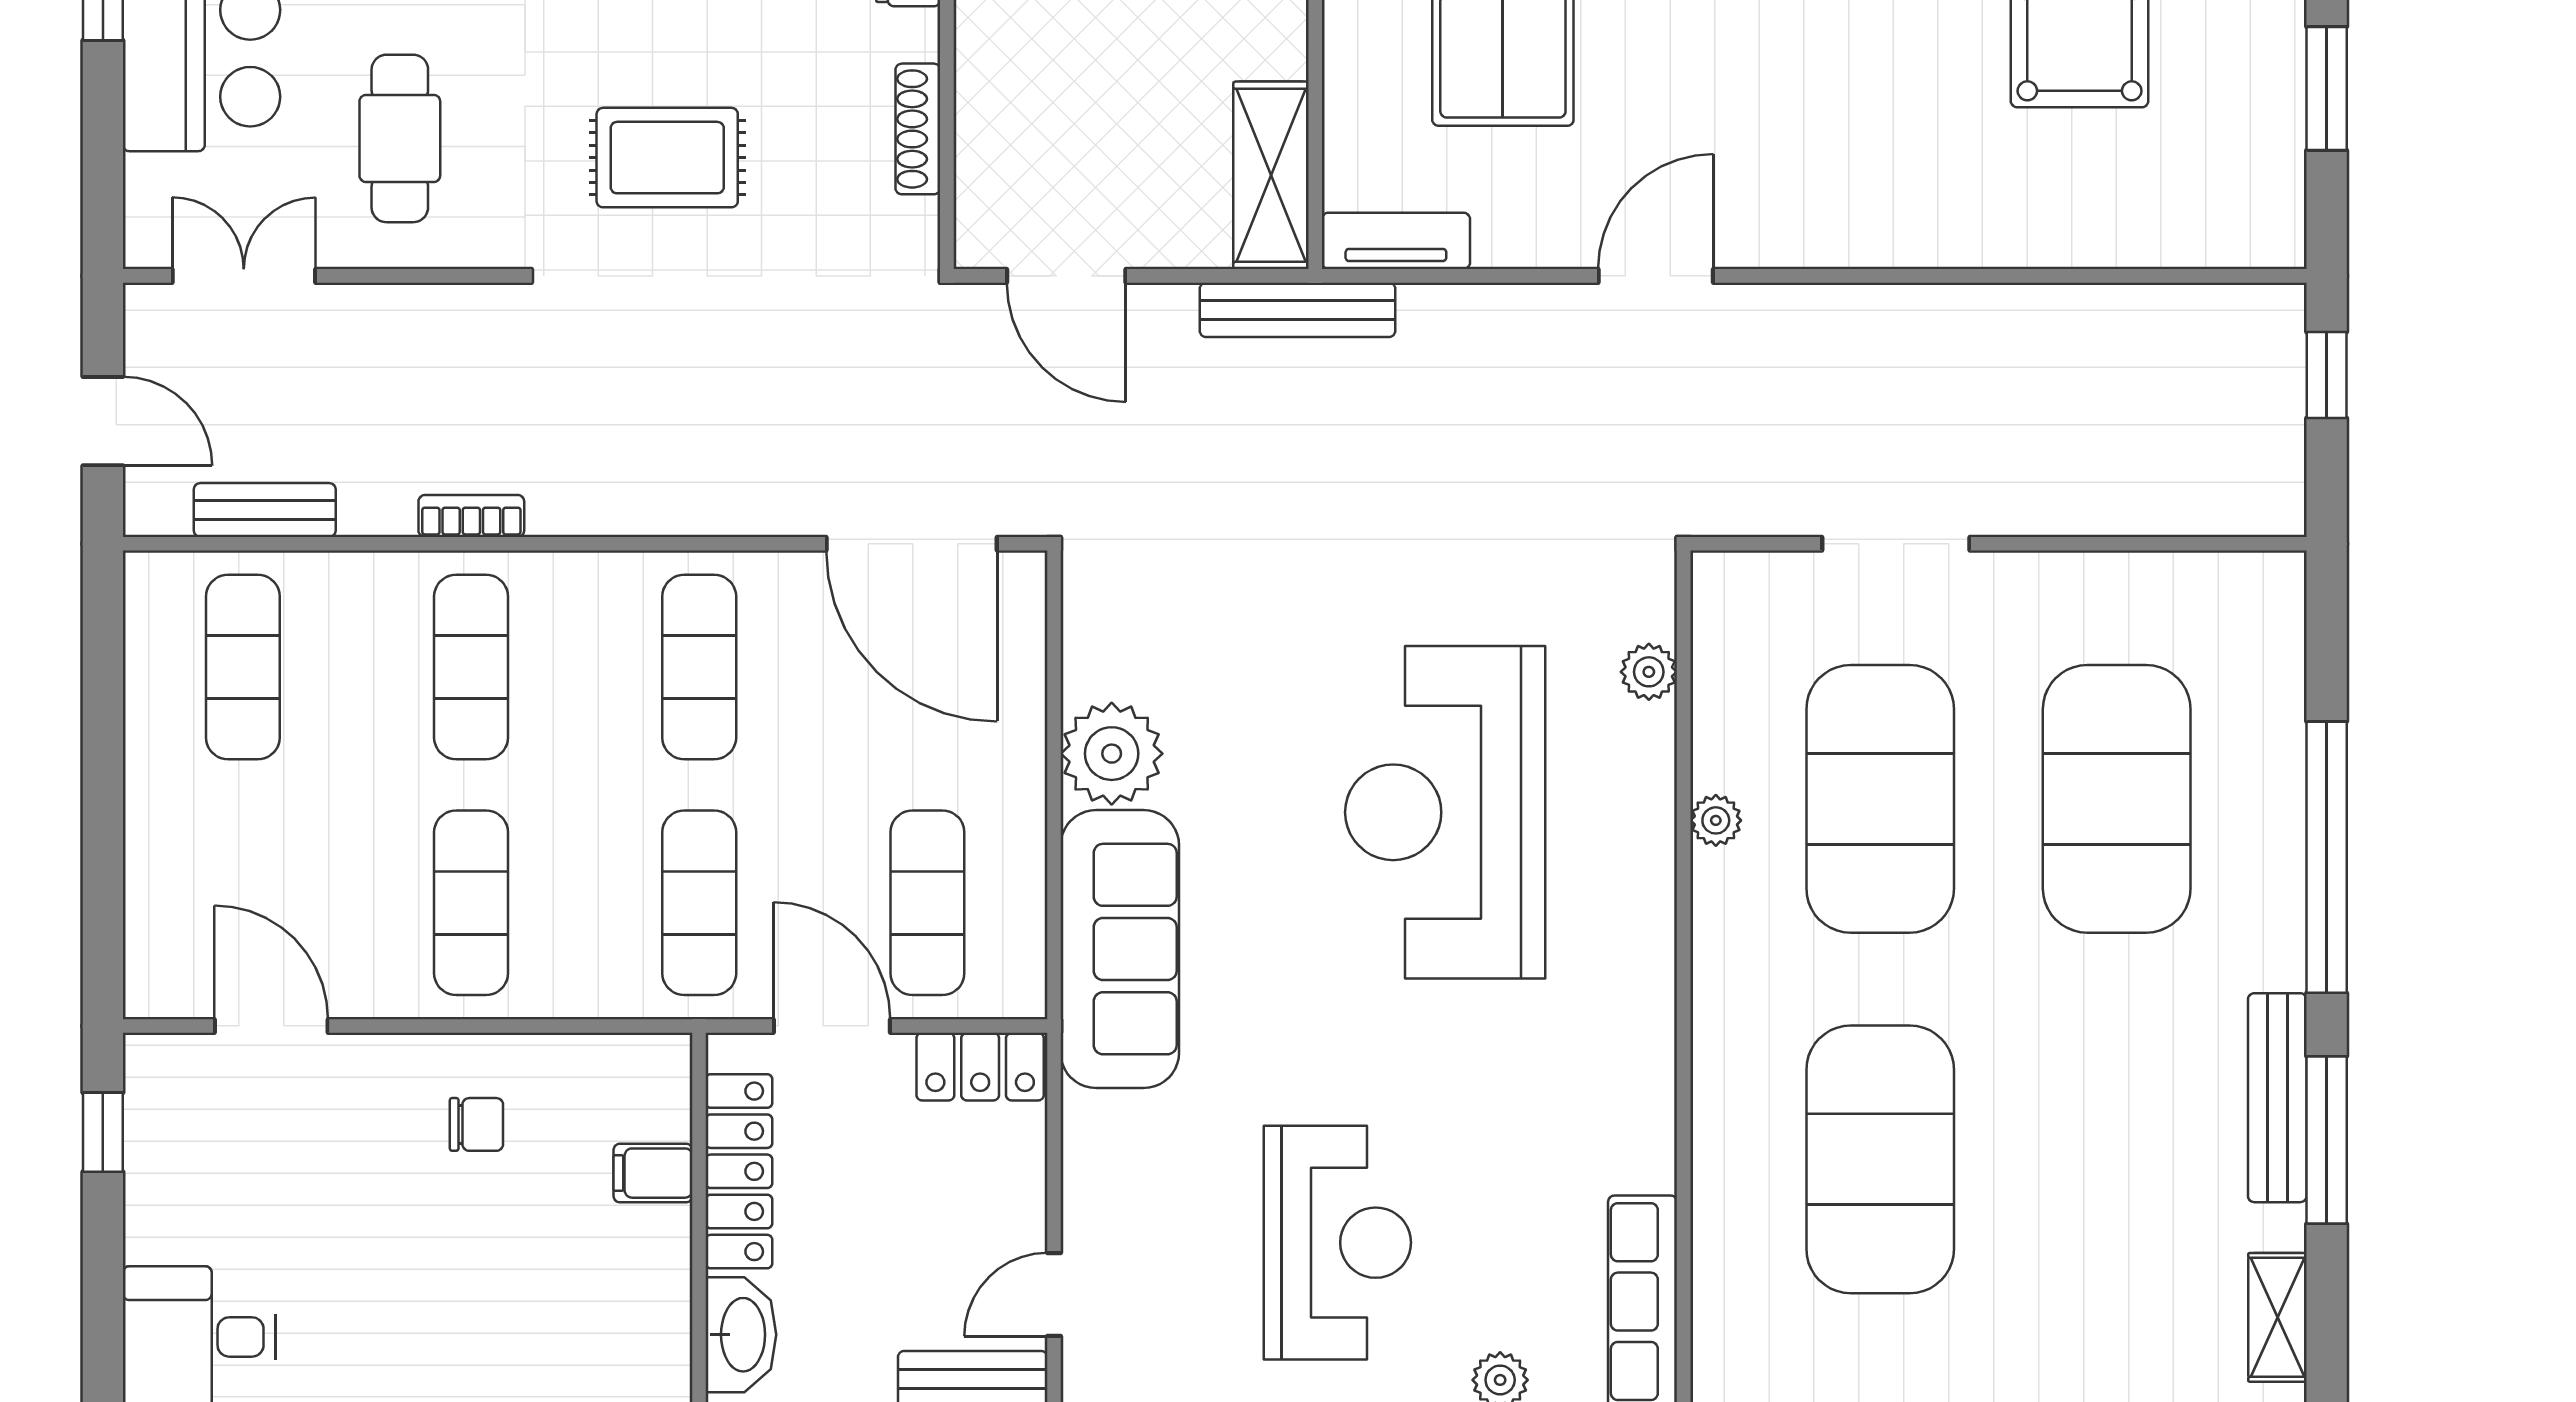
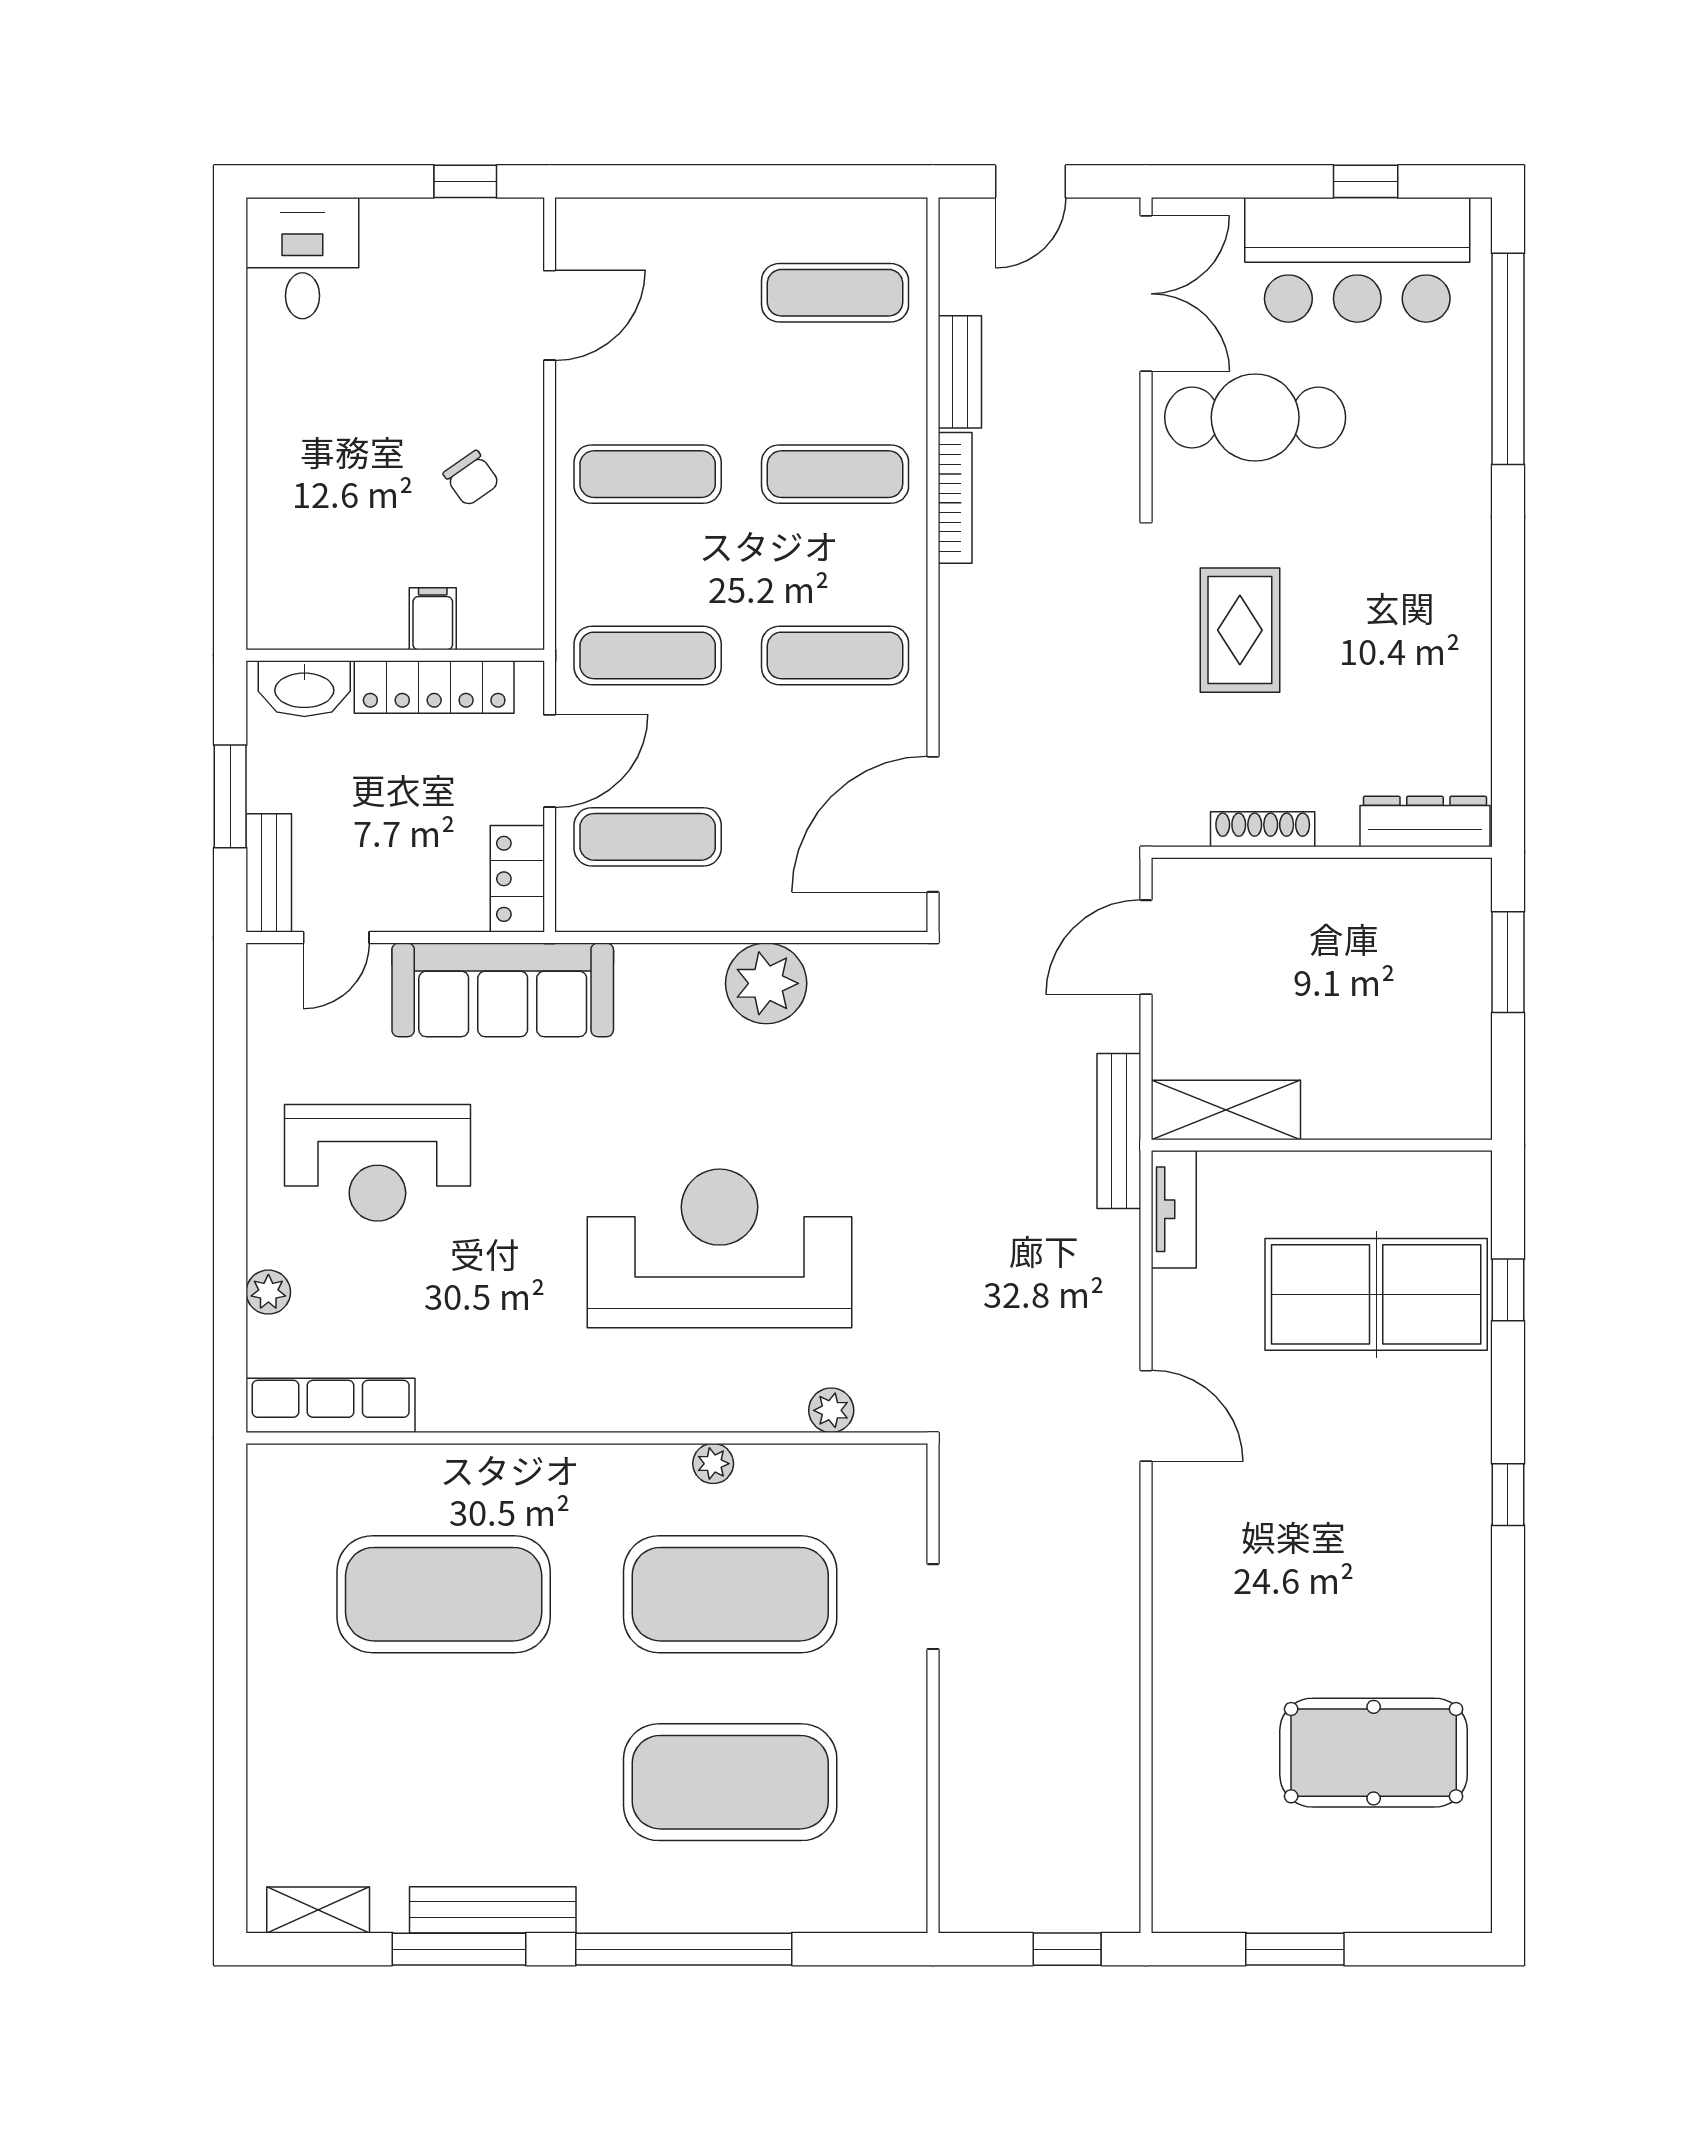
cafe table: (400, 138) -> (1255, 417), width x1.37, depth x1.35
double door: (244, 276) -> (1146, 294), width x1.37
bench: (265, 510) -> (960, 372), moved
bookcase: (471, 516) -> (955, 498), width x1.56
doorway: (1896, 544) -> (933, 1607), width x0.73
sofa: (1120, 949) -> (503, 990), moved
chair: (476, 1124) -> (471, 478), turned -35
door: (1054, 1294) -> (336, 937), swing flipped

